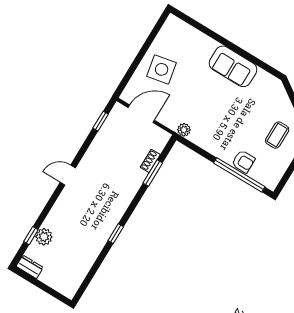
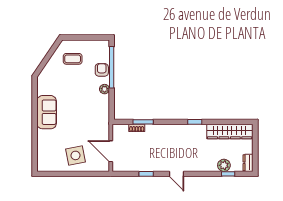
window: (101, 121) -> (146, 174), moved
plant: (184, 130) -> (105, 89), moved
wardrobe: (80, 268) -> (230, 132), added

